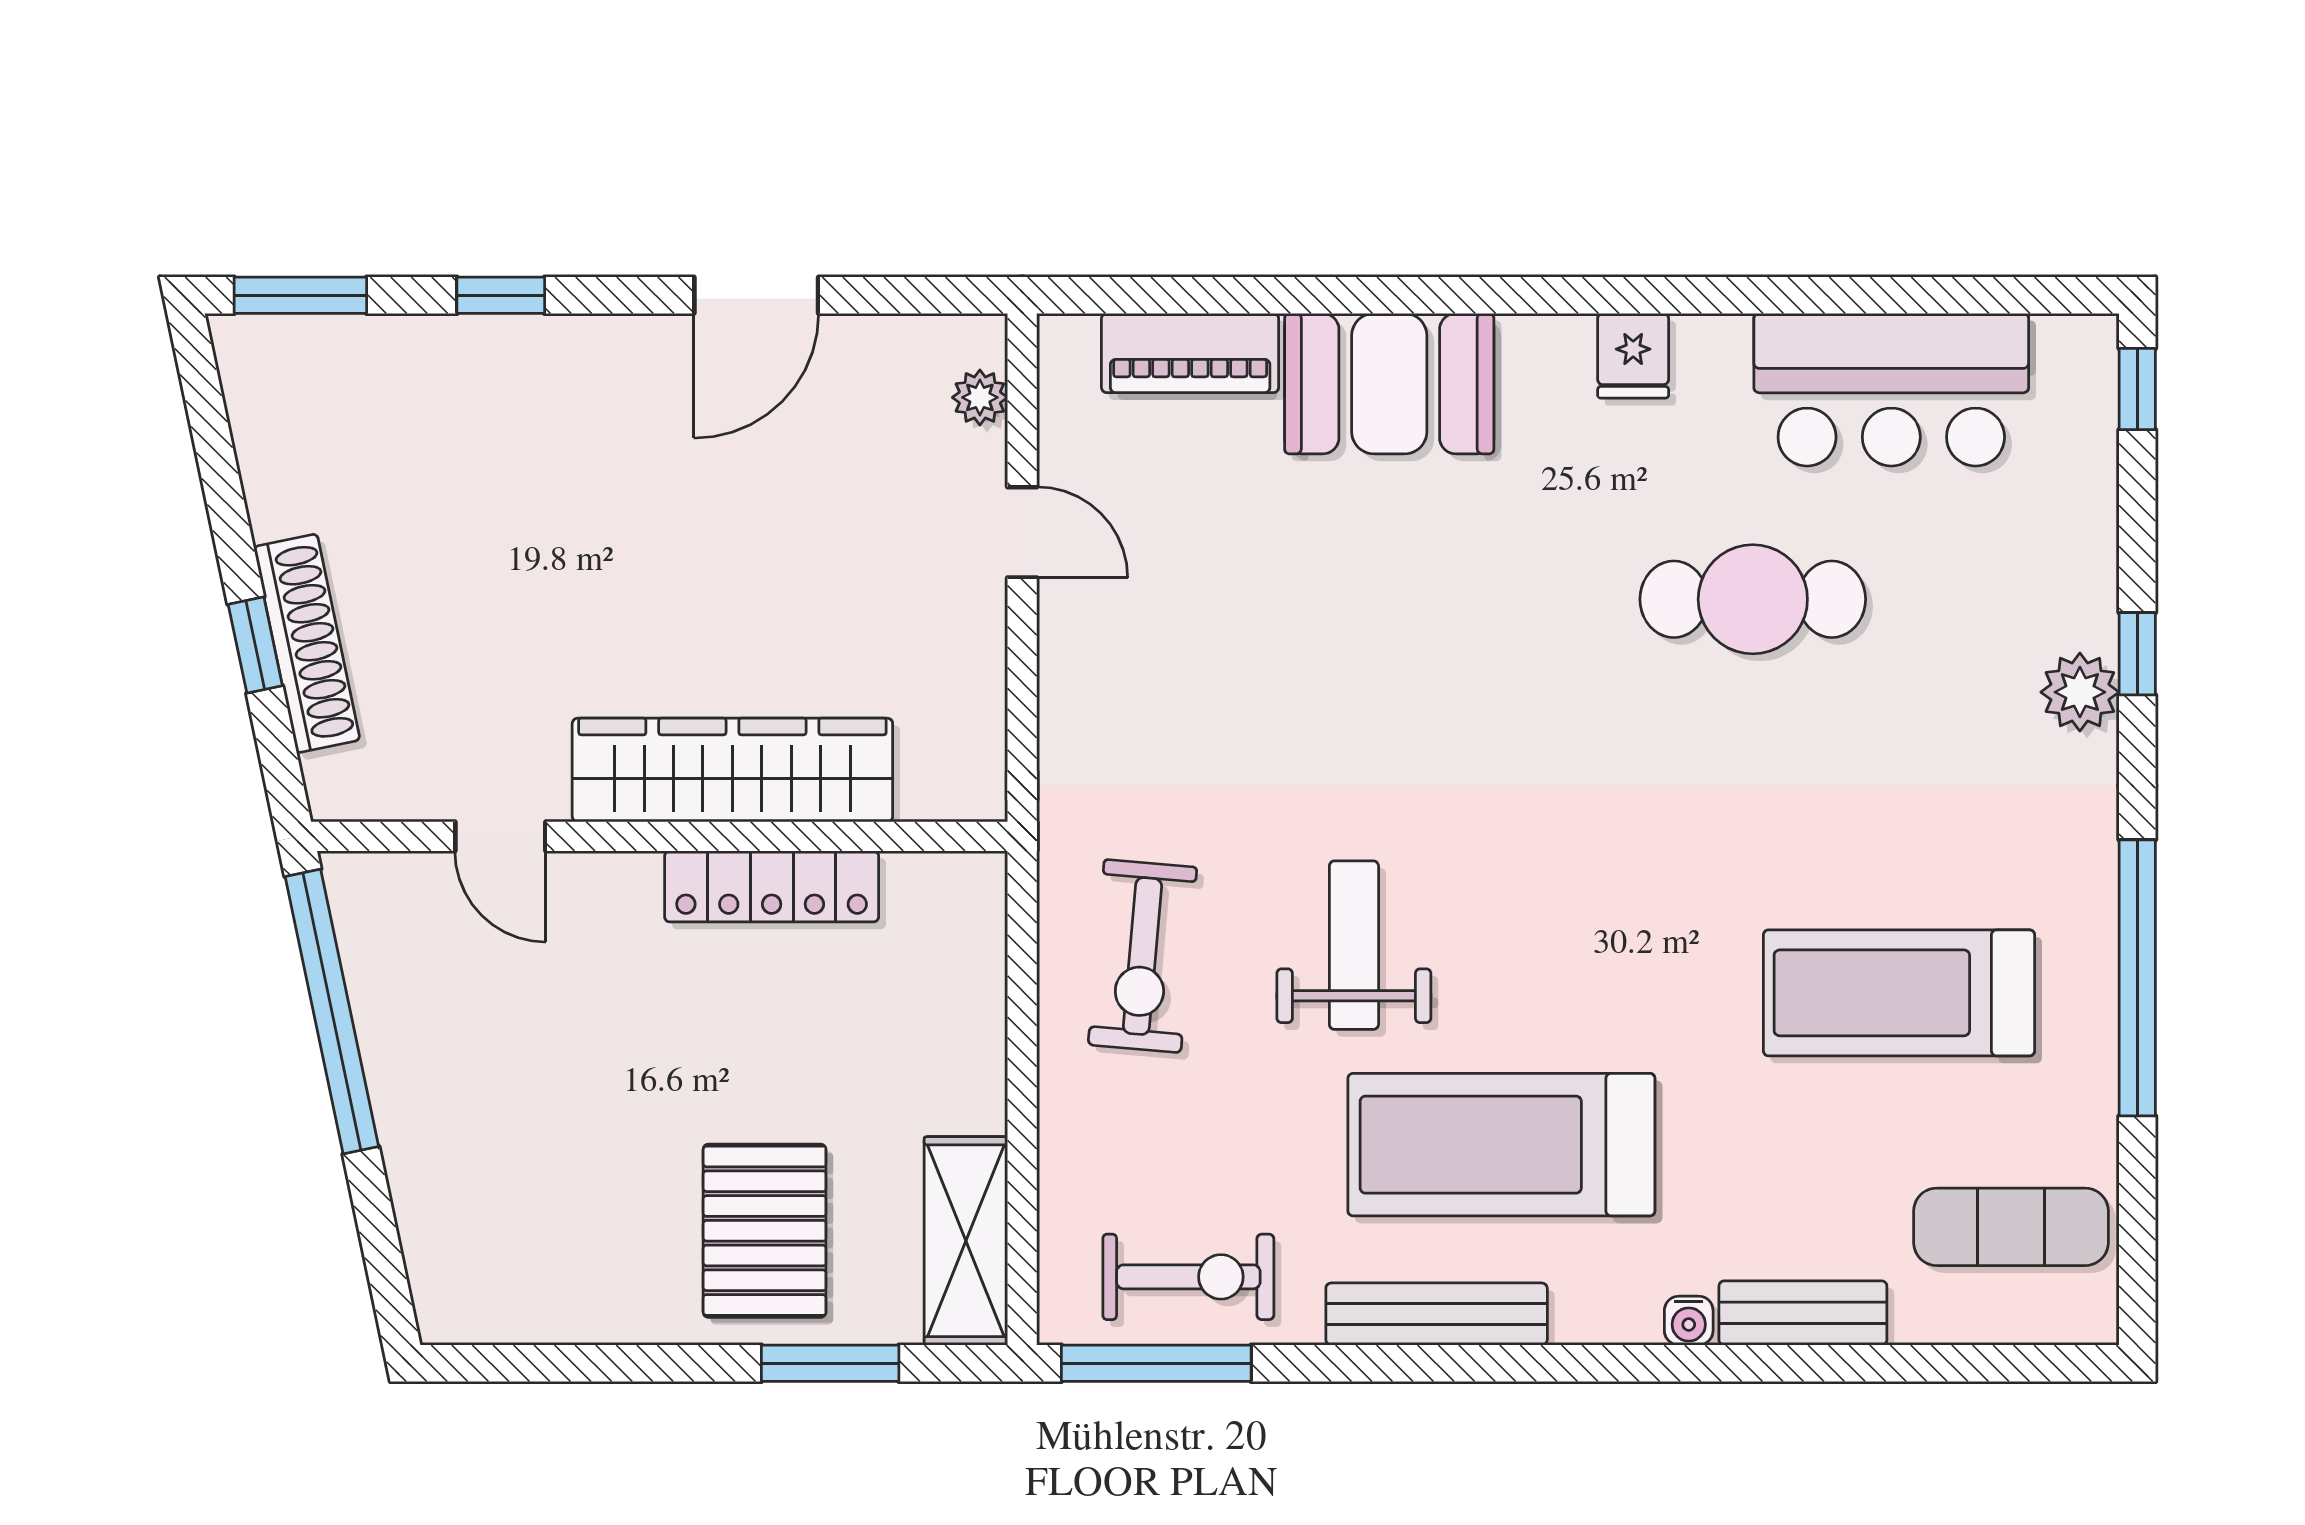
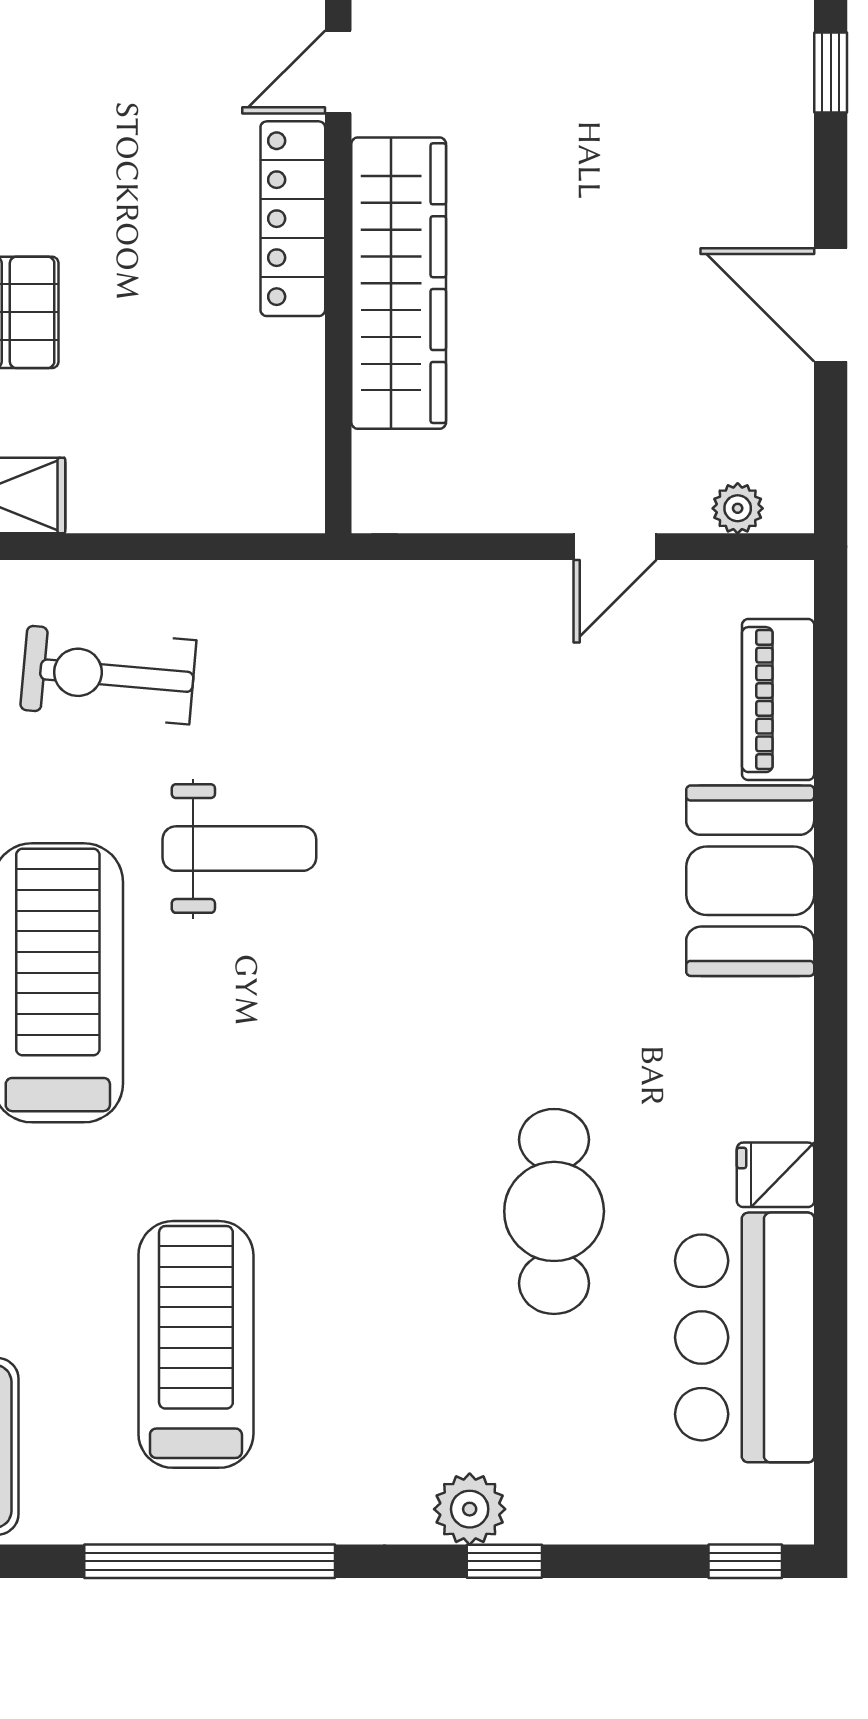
fridge: (1633, 356) -> (776, 1175), moved
locker: (772, 886) -> (293, 219), moved
exercise bike: (1143, 956) -> (108, 675), moved

